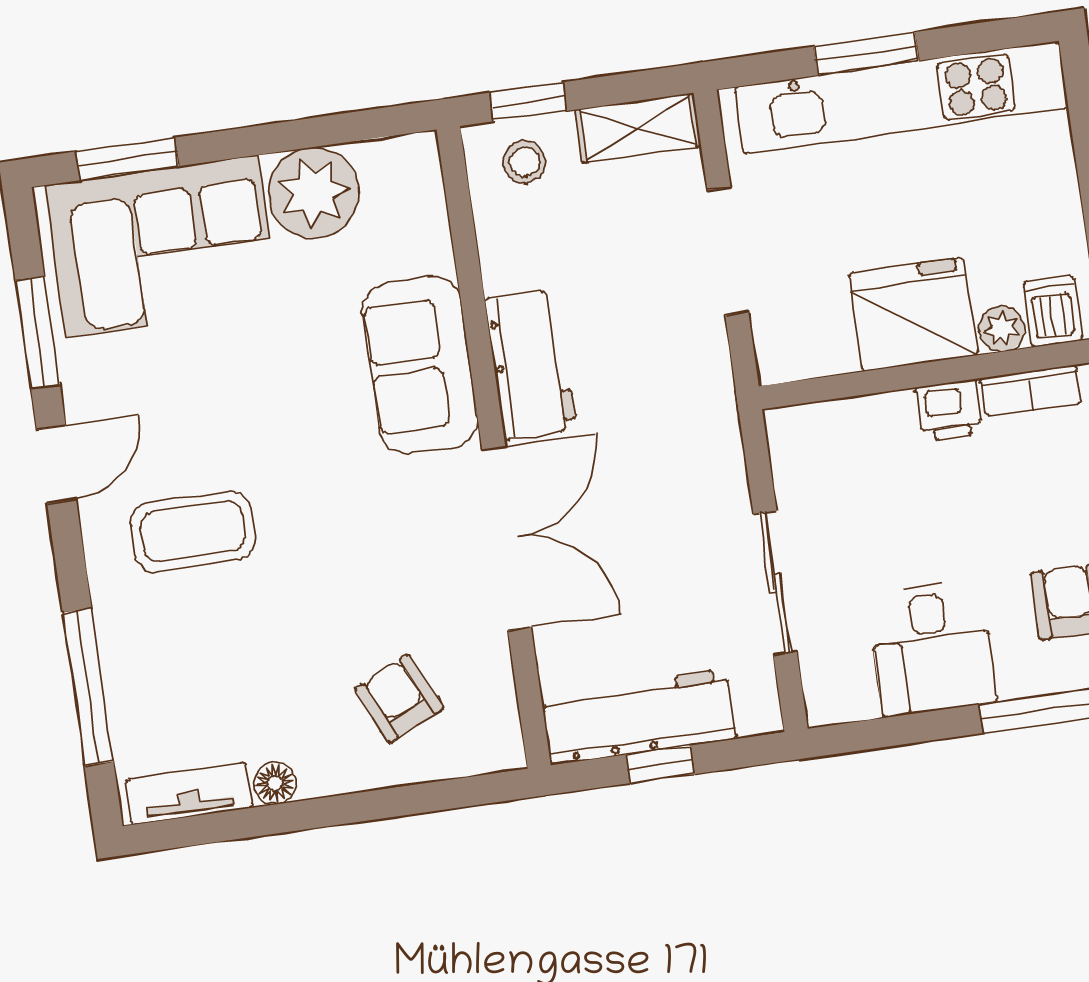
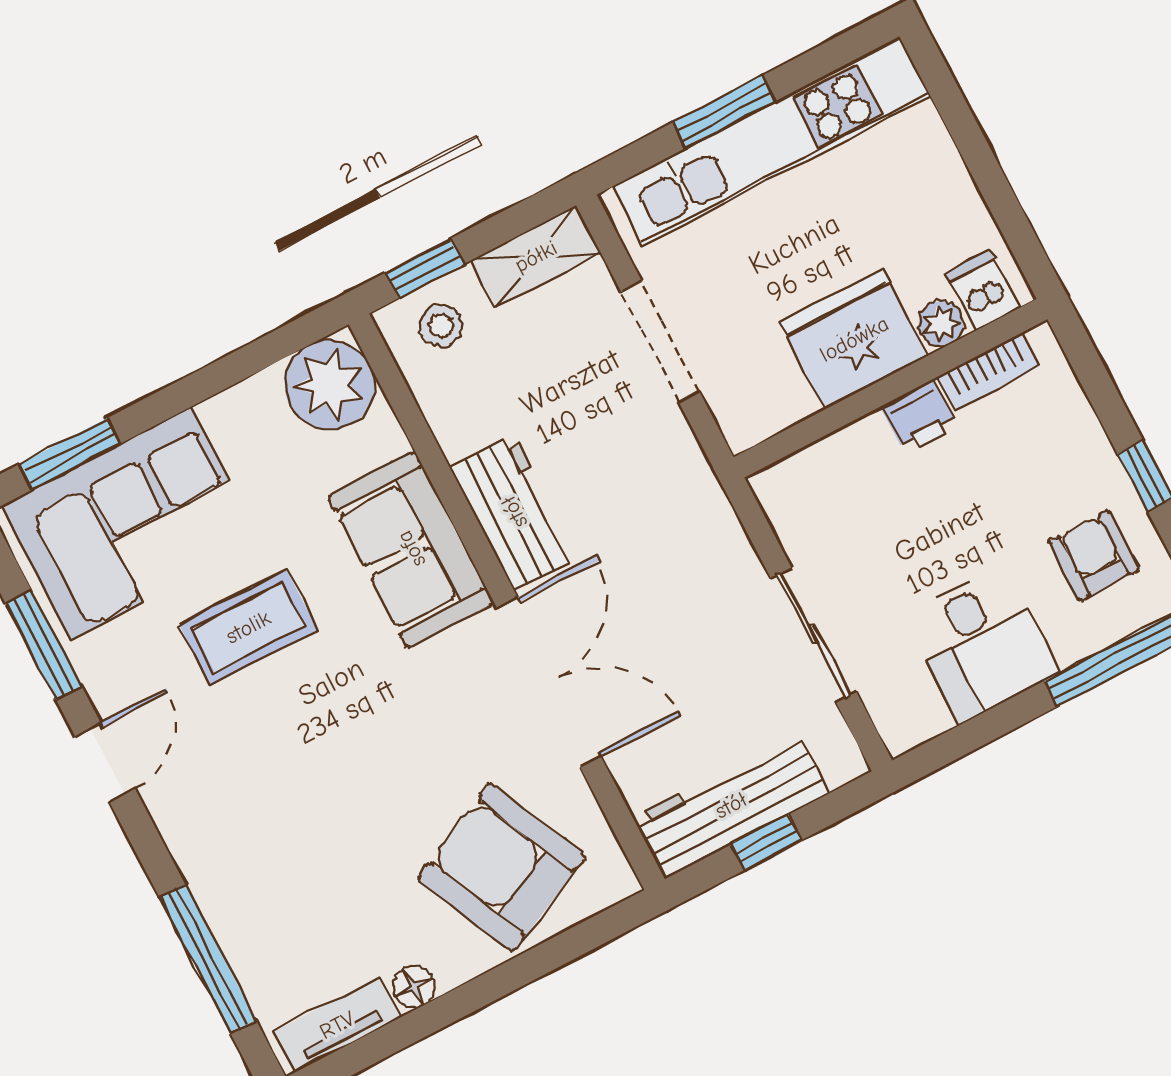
plant: (314, 193) -> (330, 385), moved
coffee table: (193, 531) -> (248, 627), moved
armchair: (399, 699) -> (501, 867), width x1.88, depth x1.88

